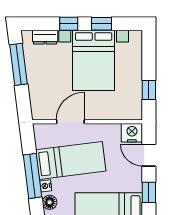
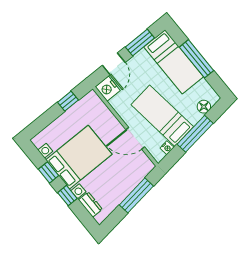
window: (18, 64) -> (136, 195), moved
nightstand: (46, 186) -> (167, 148), moved
window: (149, 192) -> (140, 42), width x1.50

